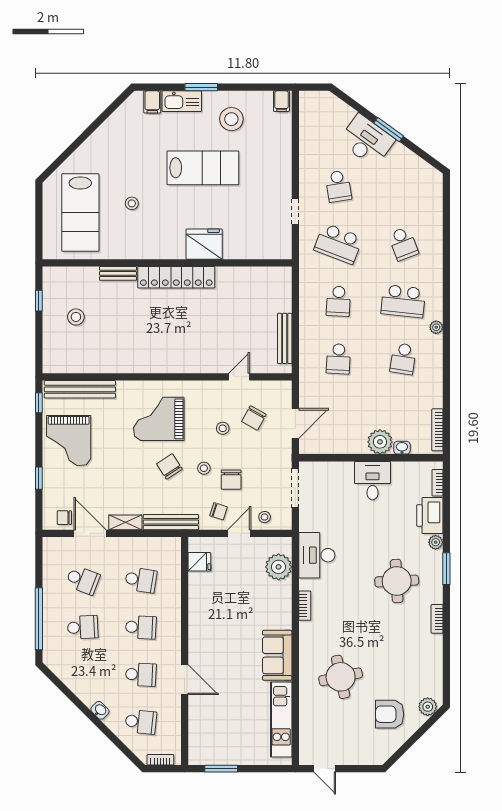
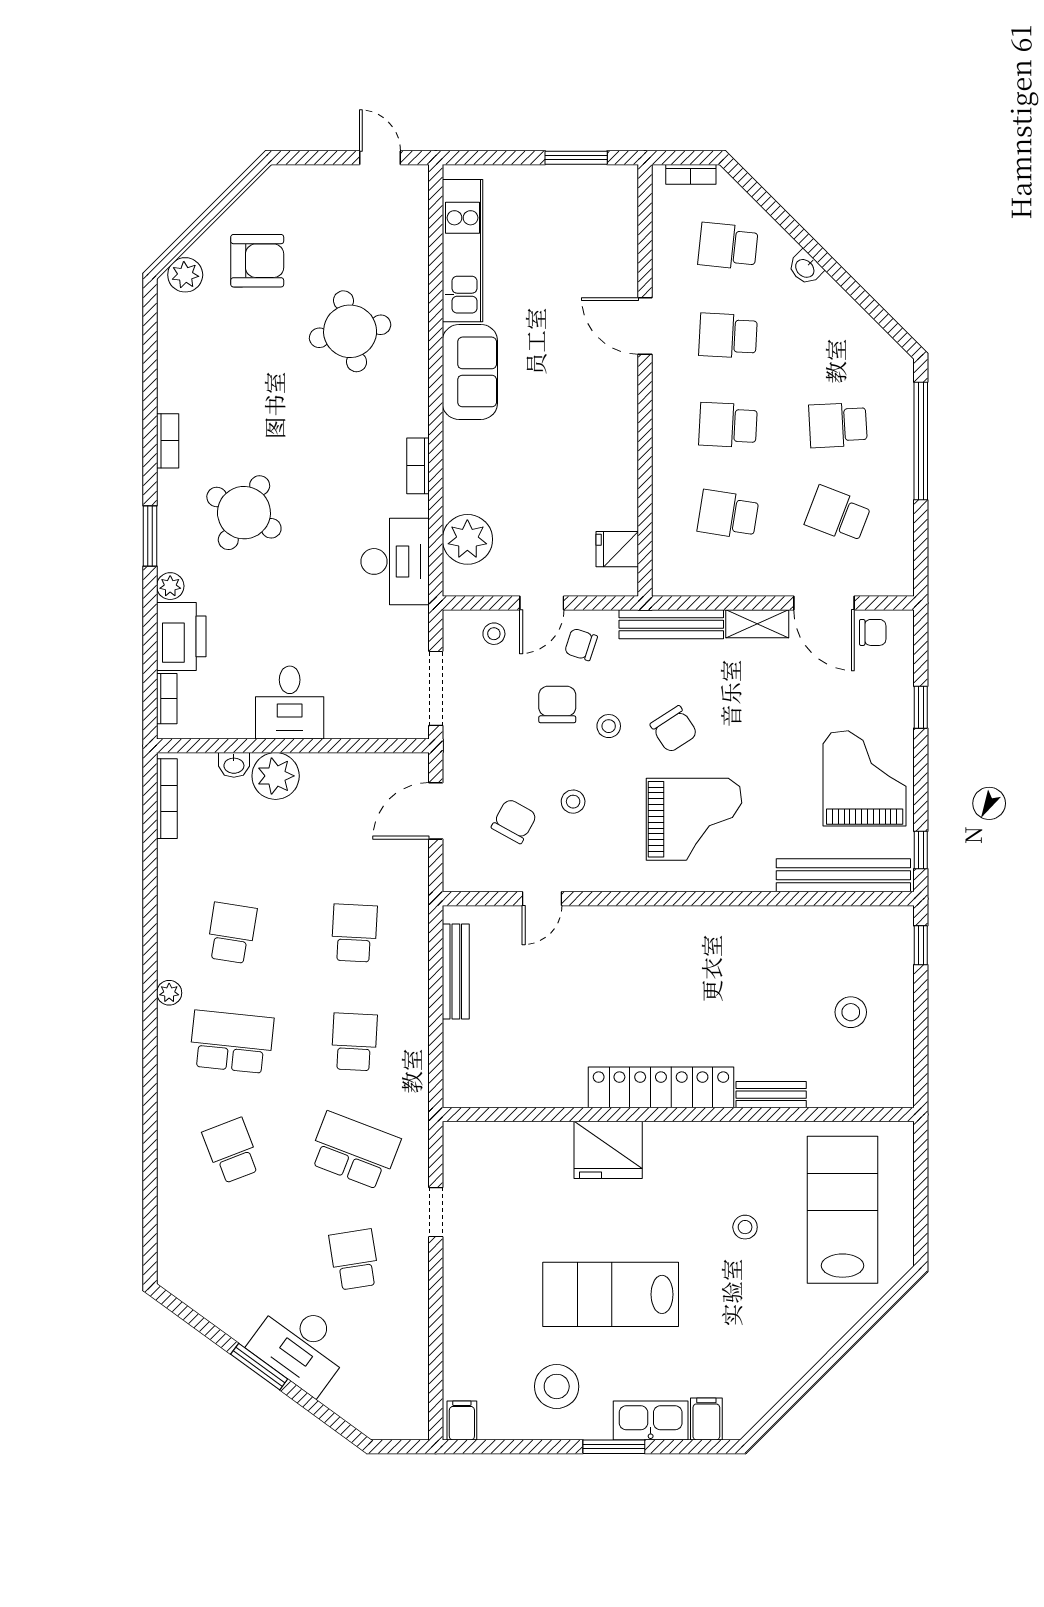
window: (39, 301) -> (921, 945), moved
round table: (397, 581) -> (244, 513), turned 33

